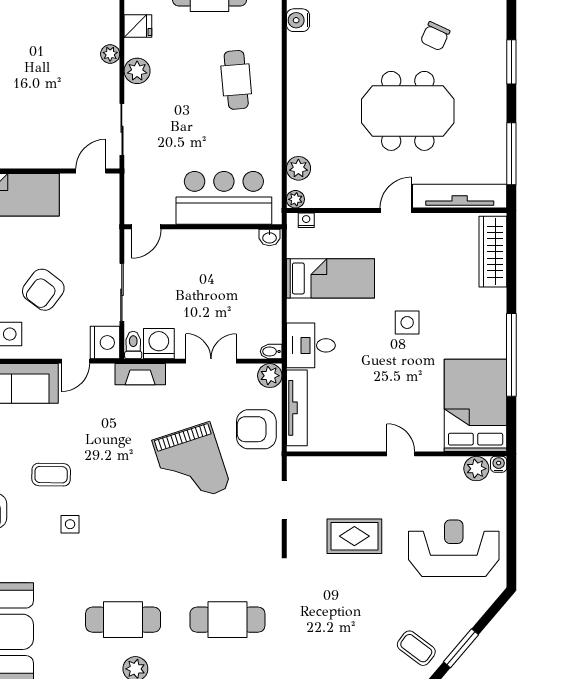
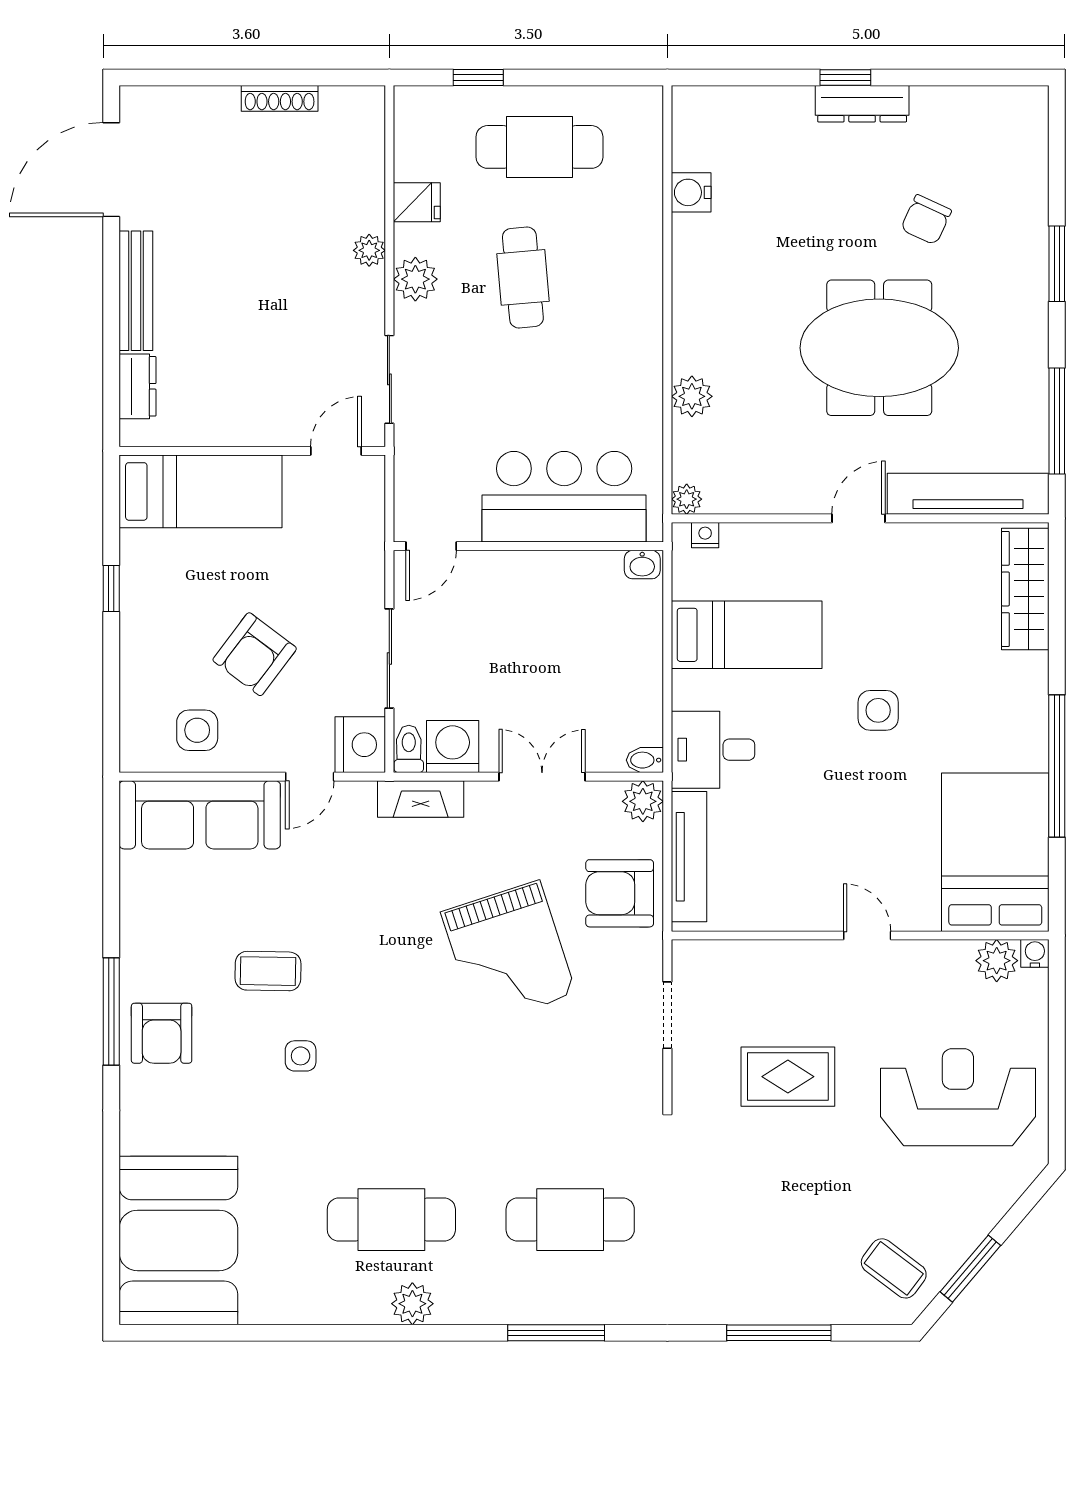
cafe table: (236, 80) -> (523, 277), moved
plant: (298, 168) -> (692, 396), moved

